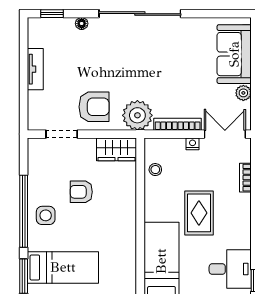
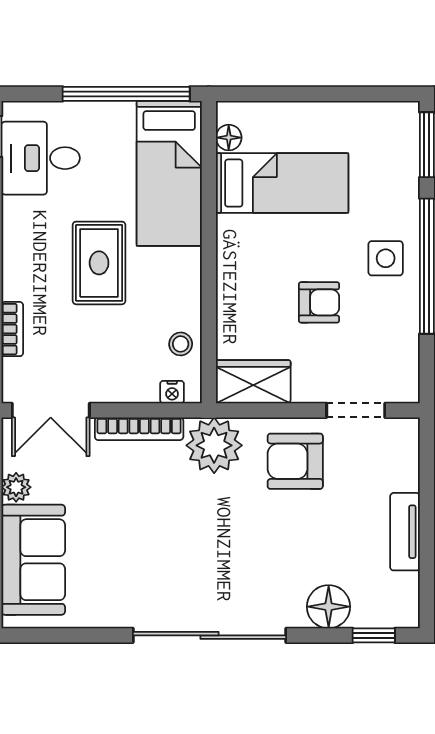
floor lamp: (82, 24) -> (329, 607), width x1.89, depth x1.89
nightstand: (193, 144) -> (172, 392), moved
bed: (63, 267) -> (282, 183), moved, turned 180
floor lamp: (130, 280) -> (229, 138), added

